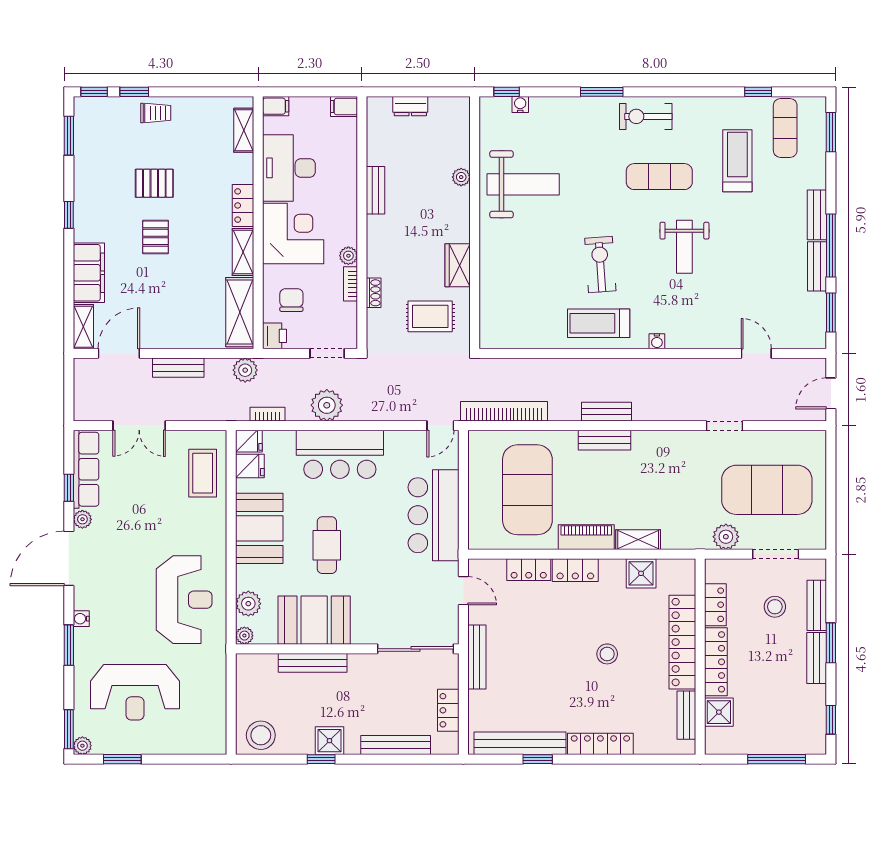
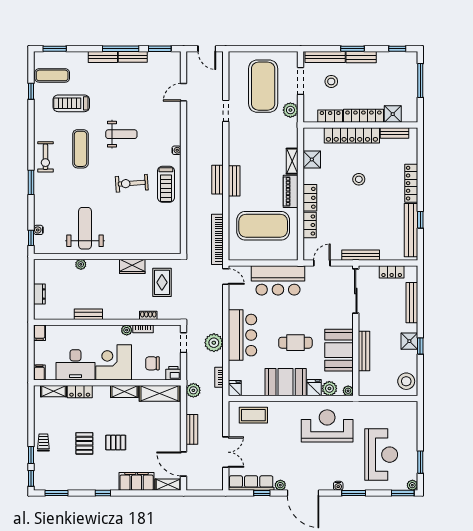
locker: (243, 205) -> (80, 392), moved
fridge: (250, 466) -> (314, 388), moved
bench: (817, 605) -> (325, 57), width x1.36

